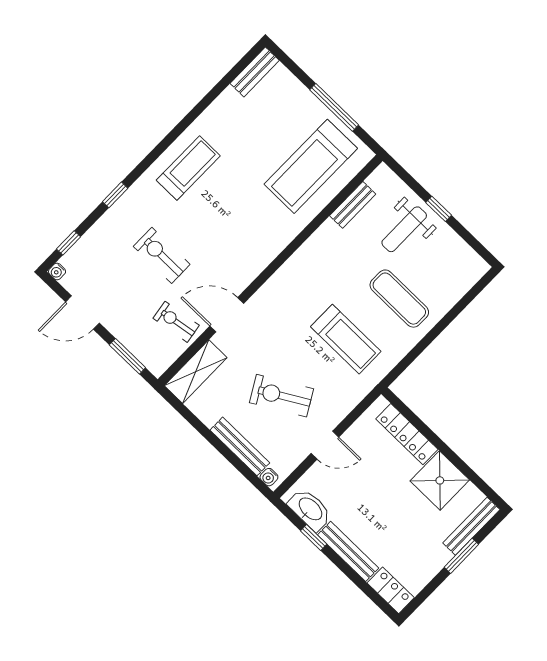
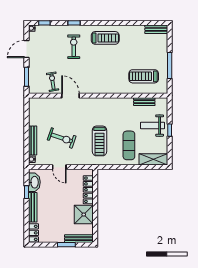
treadmill: (311, 166) -> (144, 76), width x0.73, depth x0.73
exercise bike: (162, 255) -> (74, 47), moved
door: (82, 313) -> (27, 49), hinge flipped
shelving: (196, 372) -> (153, 159), moved
exercise bike: (282, 396) -> (62, 138), turned 139

